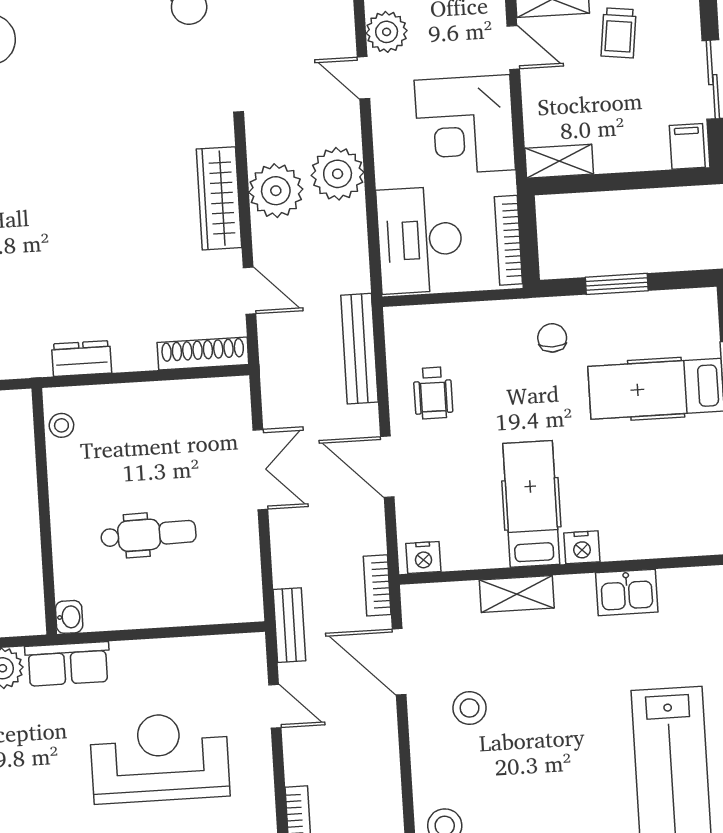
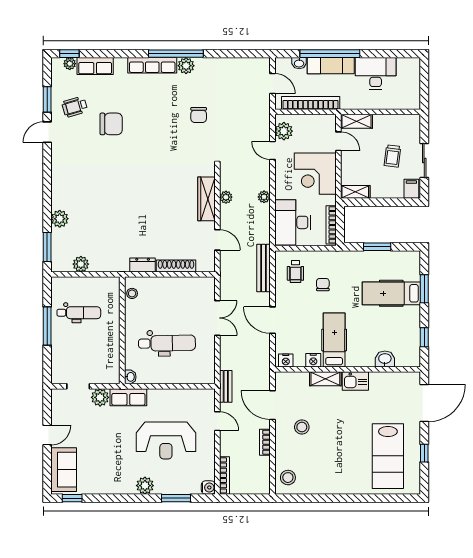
trolley: (619, 33) -> (392, 156), moved
plant: (338, 174) -> (264, 197), width x0.53, depth x0.53
plant: (276, 191) -> (226, 197), width x0.53, depth x0.53
chair: (552, 338) -> (323, 285), moved
shoe rack: (203, 354) -> (176, 266), moved
wheelchair: (433, 393) -> (295, 272), moved
dental chair: (148, 535) -> (167, 343), width x1.36, depth x1.38
washbasin: (651, 540) -> (385, 359), added
nightstand: (582, 547) -> (313, 360), moved
bookcase: (377, 585) -> (265, 442), moved
kitchen sink: (627, 592) -> (355, 381), moved
reception desk: (160, 758) -> (166, 440), turned 180

